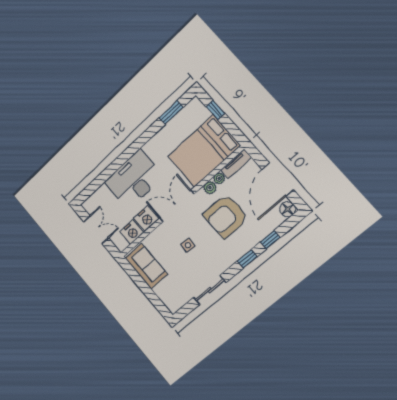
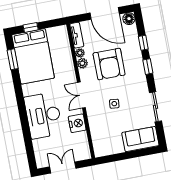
bed: (204, 151) -> (33, 56), moved
double door: (177, 206) -> (81, 95), width x0.73
nightstand: (132, 232) -> (81, 140), removed
sofa: (146, 266) -> (140, 139), moved

